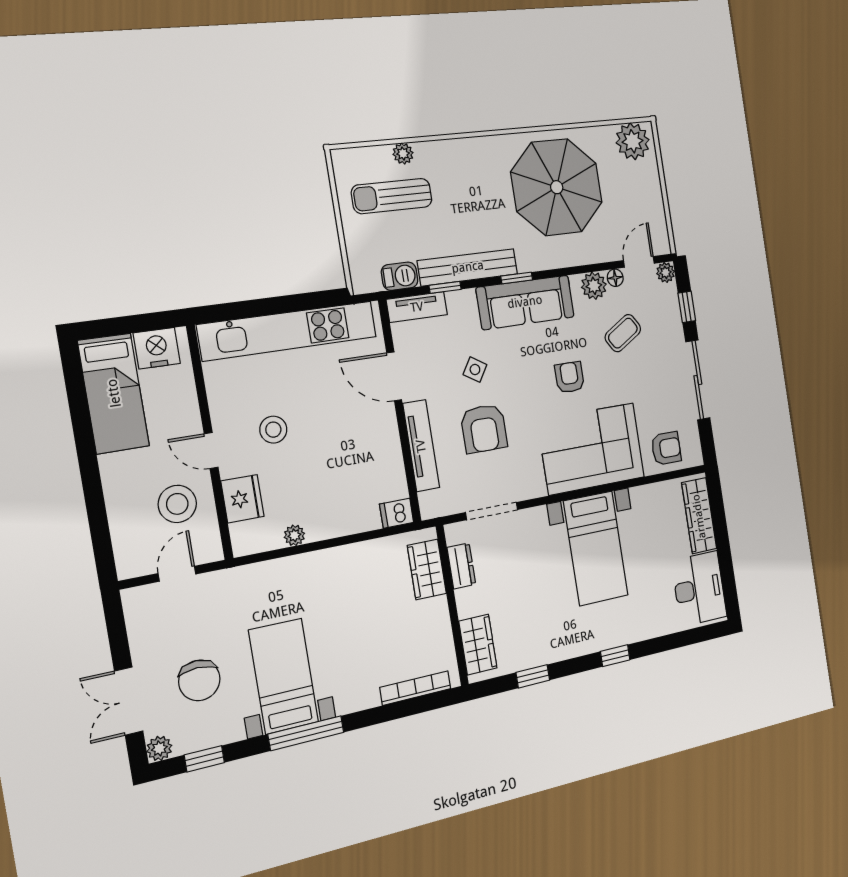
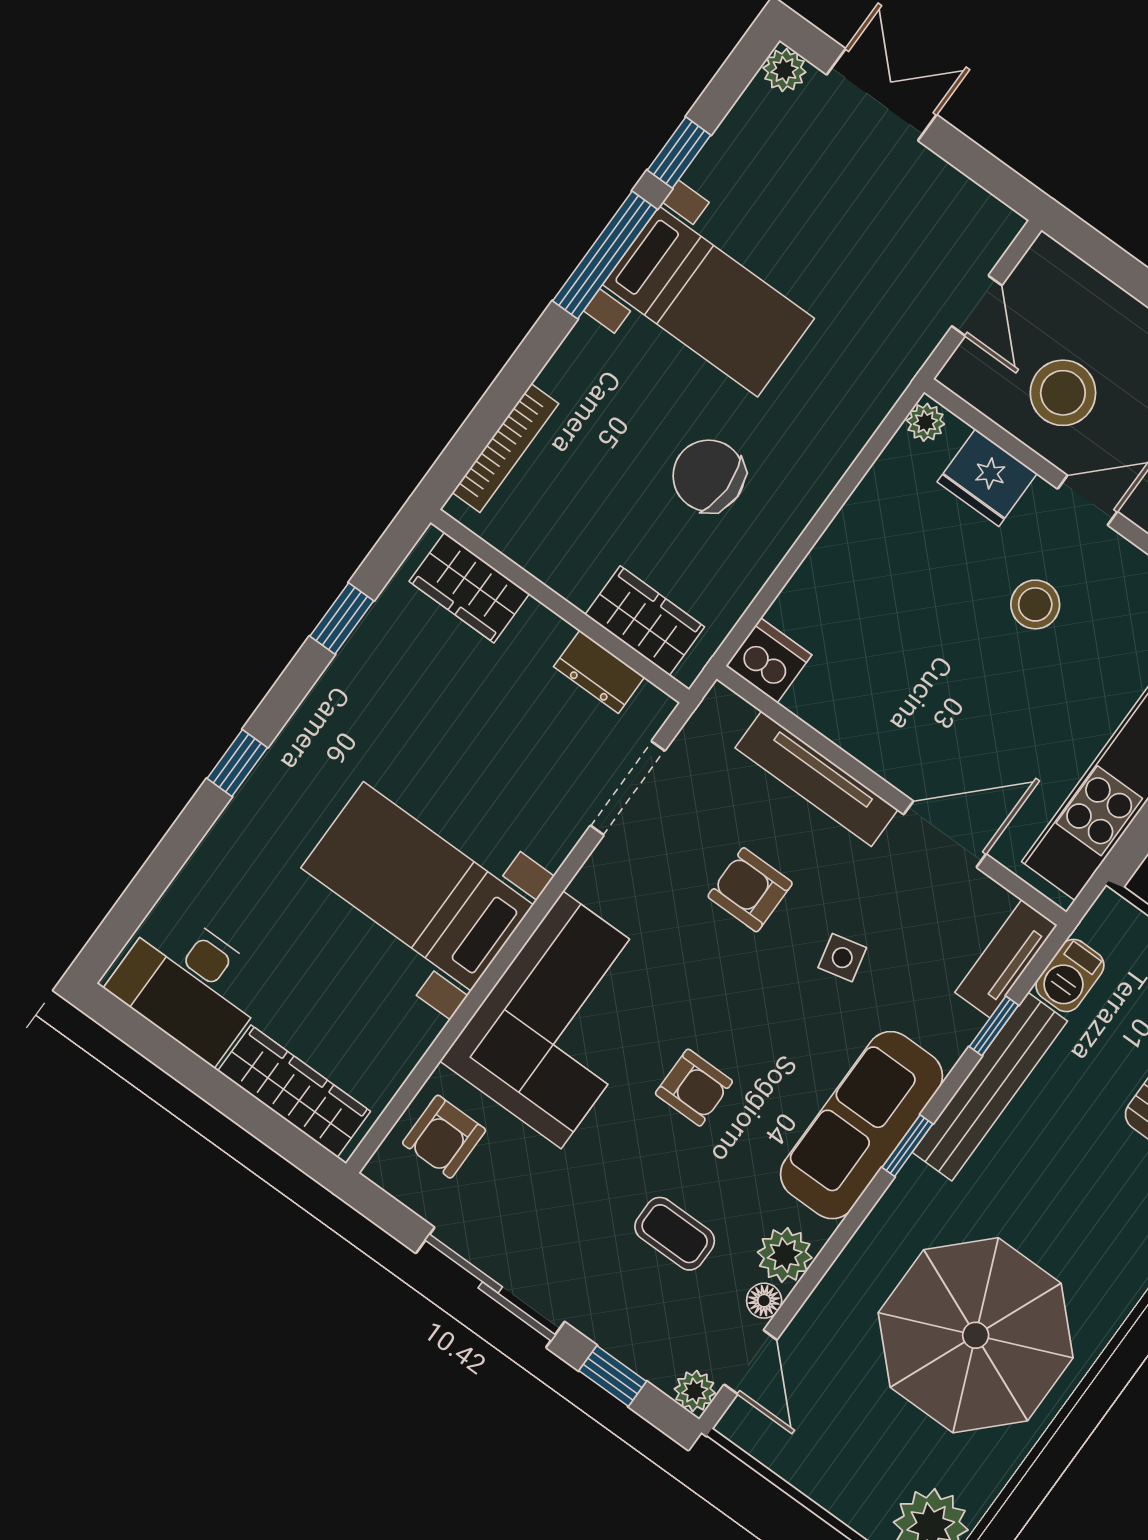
coffee table: (623, 333) -> (675, 1234), turned -58
side table: (475, 370) -> (842, 958), turned 45
armchair: (484, 429) -> (750, 890), width x0.72, depth x0.72
dishwasher: (397, 513) -> (769, 660), width x1.38
plant: (294, 535) -> (926, 422), moved
chair: (199, 680) -> (709, 476), moved
window: (204, 759) -> (679, 153), moved

